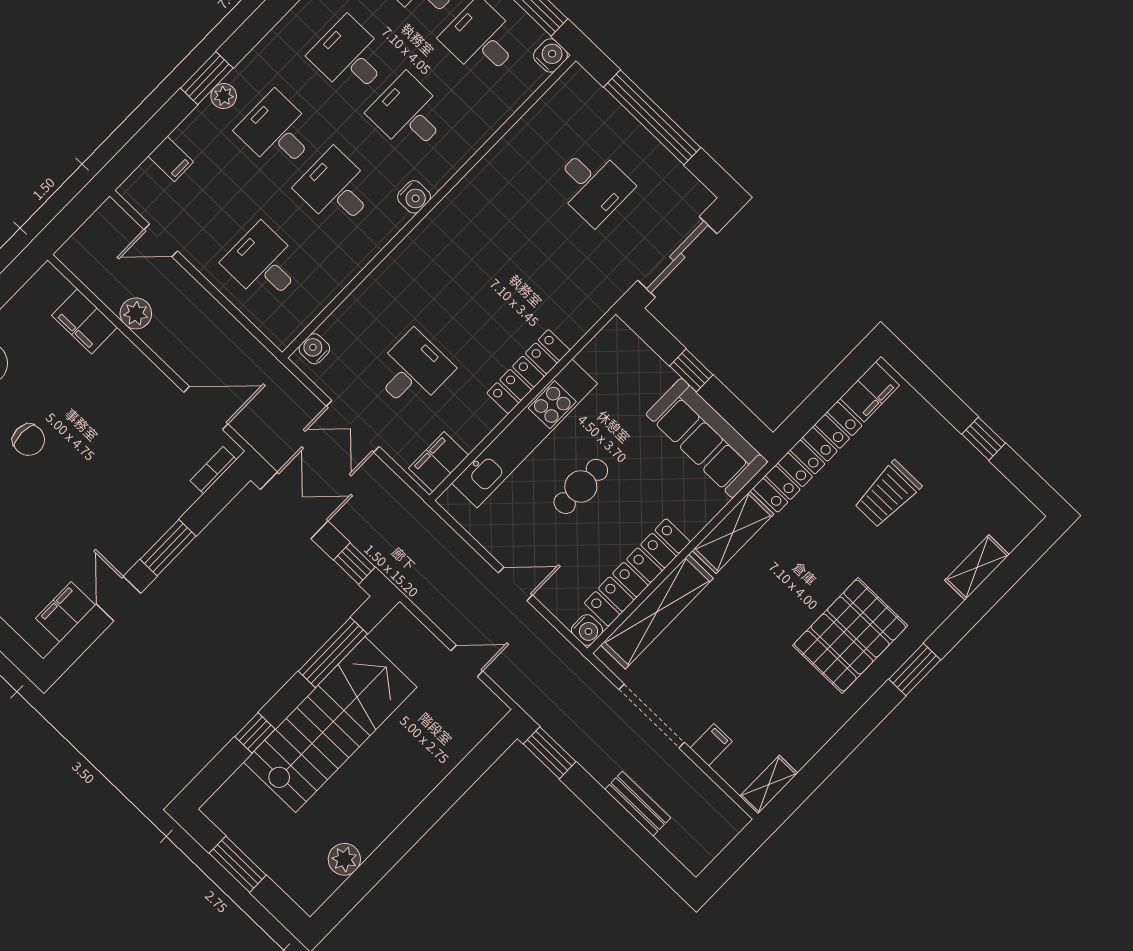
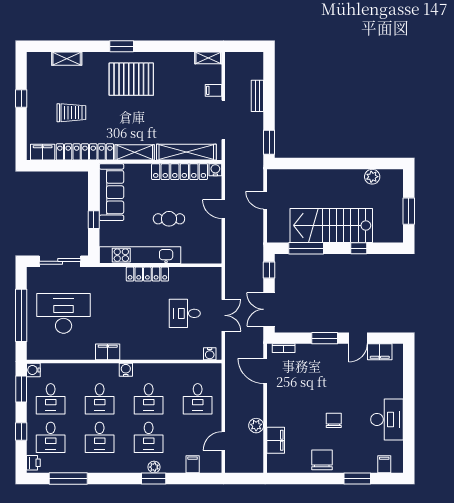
desk: (593, 185) -> (64, 313), width x1.87, depth x1.30
door: (161, 240) -> (223, 441), swing flipped
kitchen unit: (525, 433) -> (140, 255), moved
filing cabinet: (439, 462) -> (108, 352), moved, turned 180

